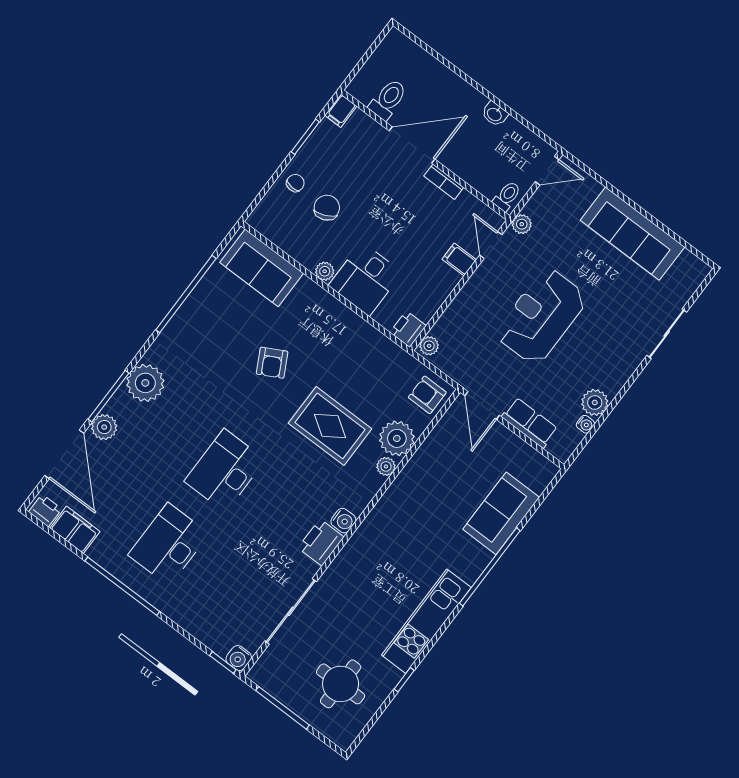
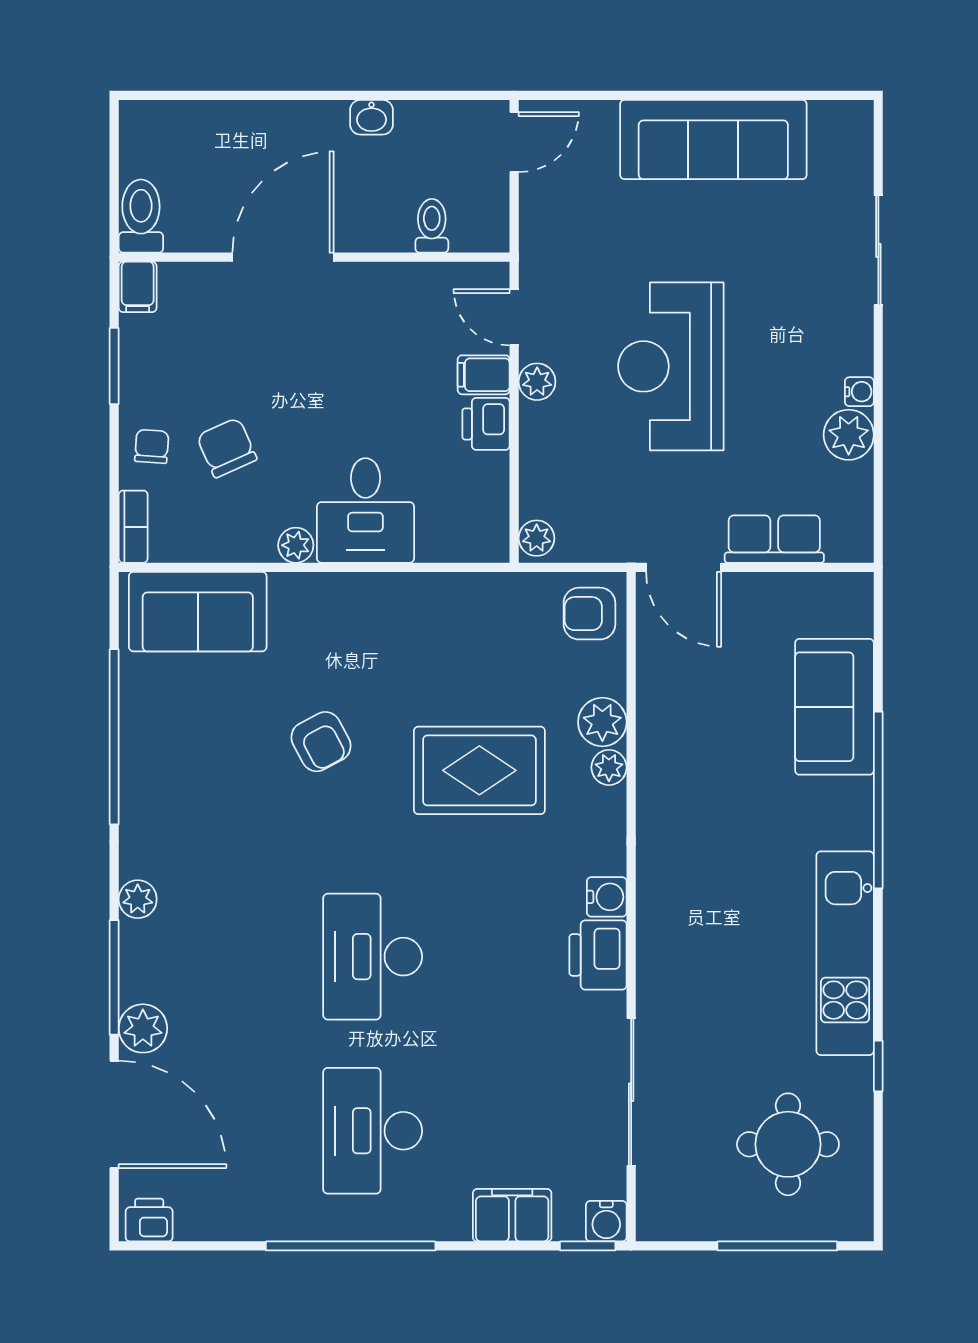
toilet: (388, 99) -> (141, 216), moved
bookcase: (444, 182) -> (133, 527), moved, turned -90
toilet: (507, 196) -> (432, 226), moved
plant: (522, 224) -> (537, 382), moved
printer: (408, 329) -> (486, 424), moved
plant: (145, 383) -> (138, 899), width x0.53, depth x0.53
water cooler: (585, 424) -> (859, 392), moved
plant: (397, 438) -> (602, 722), width x0.73, depth x0.73
filing cabinet: (75, 530) -> (512, 1215), moved
window: (282, 708) -> (777, 1246), moved

